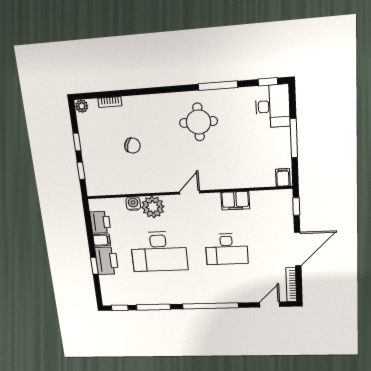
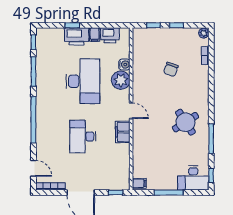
round table: (198, 122) -> (186, 122), turned -33
filing cabinet: (235, 201) -> (123, 132), moved
desk: (159, 252) -> (83, 81), turned 180

